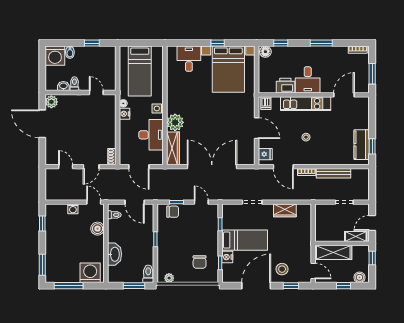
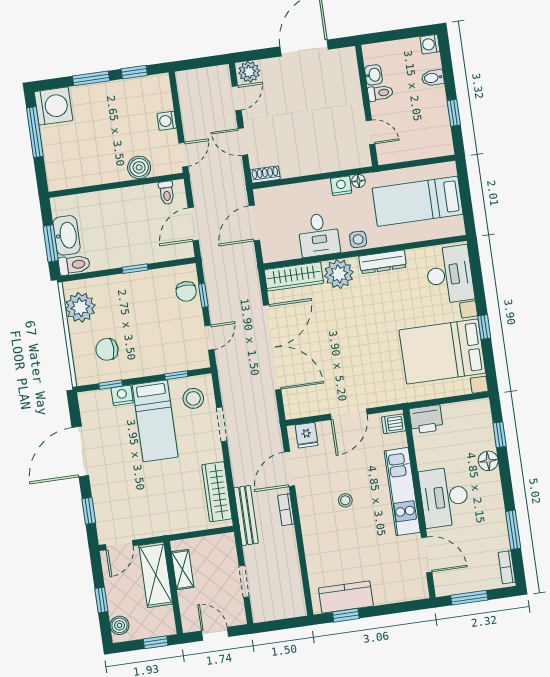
window: (321, 43) -> (513, 530), moved
floor lamp: (265, 52) -> (488, 461), moved
washing machine: (55, 56) -> (430, 44), width x0.53, depth x0.53
desk: (189, 59) -> (450, 274), width x1.37
desk: (308, 80) -> (444, 497), width x1.37
printer: (285, 86) -> (426, 419), moved, turned 90
door: (96, 92) -> (371, 132), hinge flipped
dresser: (172, 96) -> (383, 262), added
plant: (51, 102) -> (249, 72), moved
desk: (151, 135) -> (319, 235), width x0.73
bench: (334, 173) -> (246, 516), moved
wardrobe: (285, 210) -> (217, 492), width x1.50
shelving: (356, 236) -> (183, 570), moved
washbasin: (115, 254) -> (67, 235), moved, turned -90
window: (42, 265) -> (91, 78), moved
stool: (282, 269) -> (193, 398), moved
washing machine: (90, 273) -> (53, 106), moved
plant: (169, 278) -> (80, 307), width x1.87, depth x1.87
door: (256, 286) -> (80, 451), swing flipped

